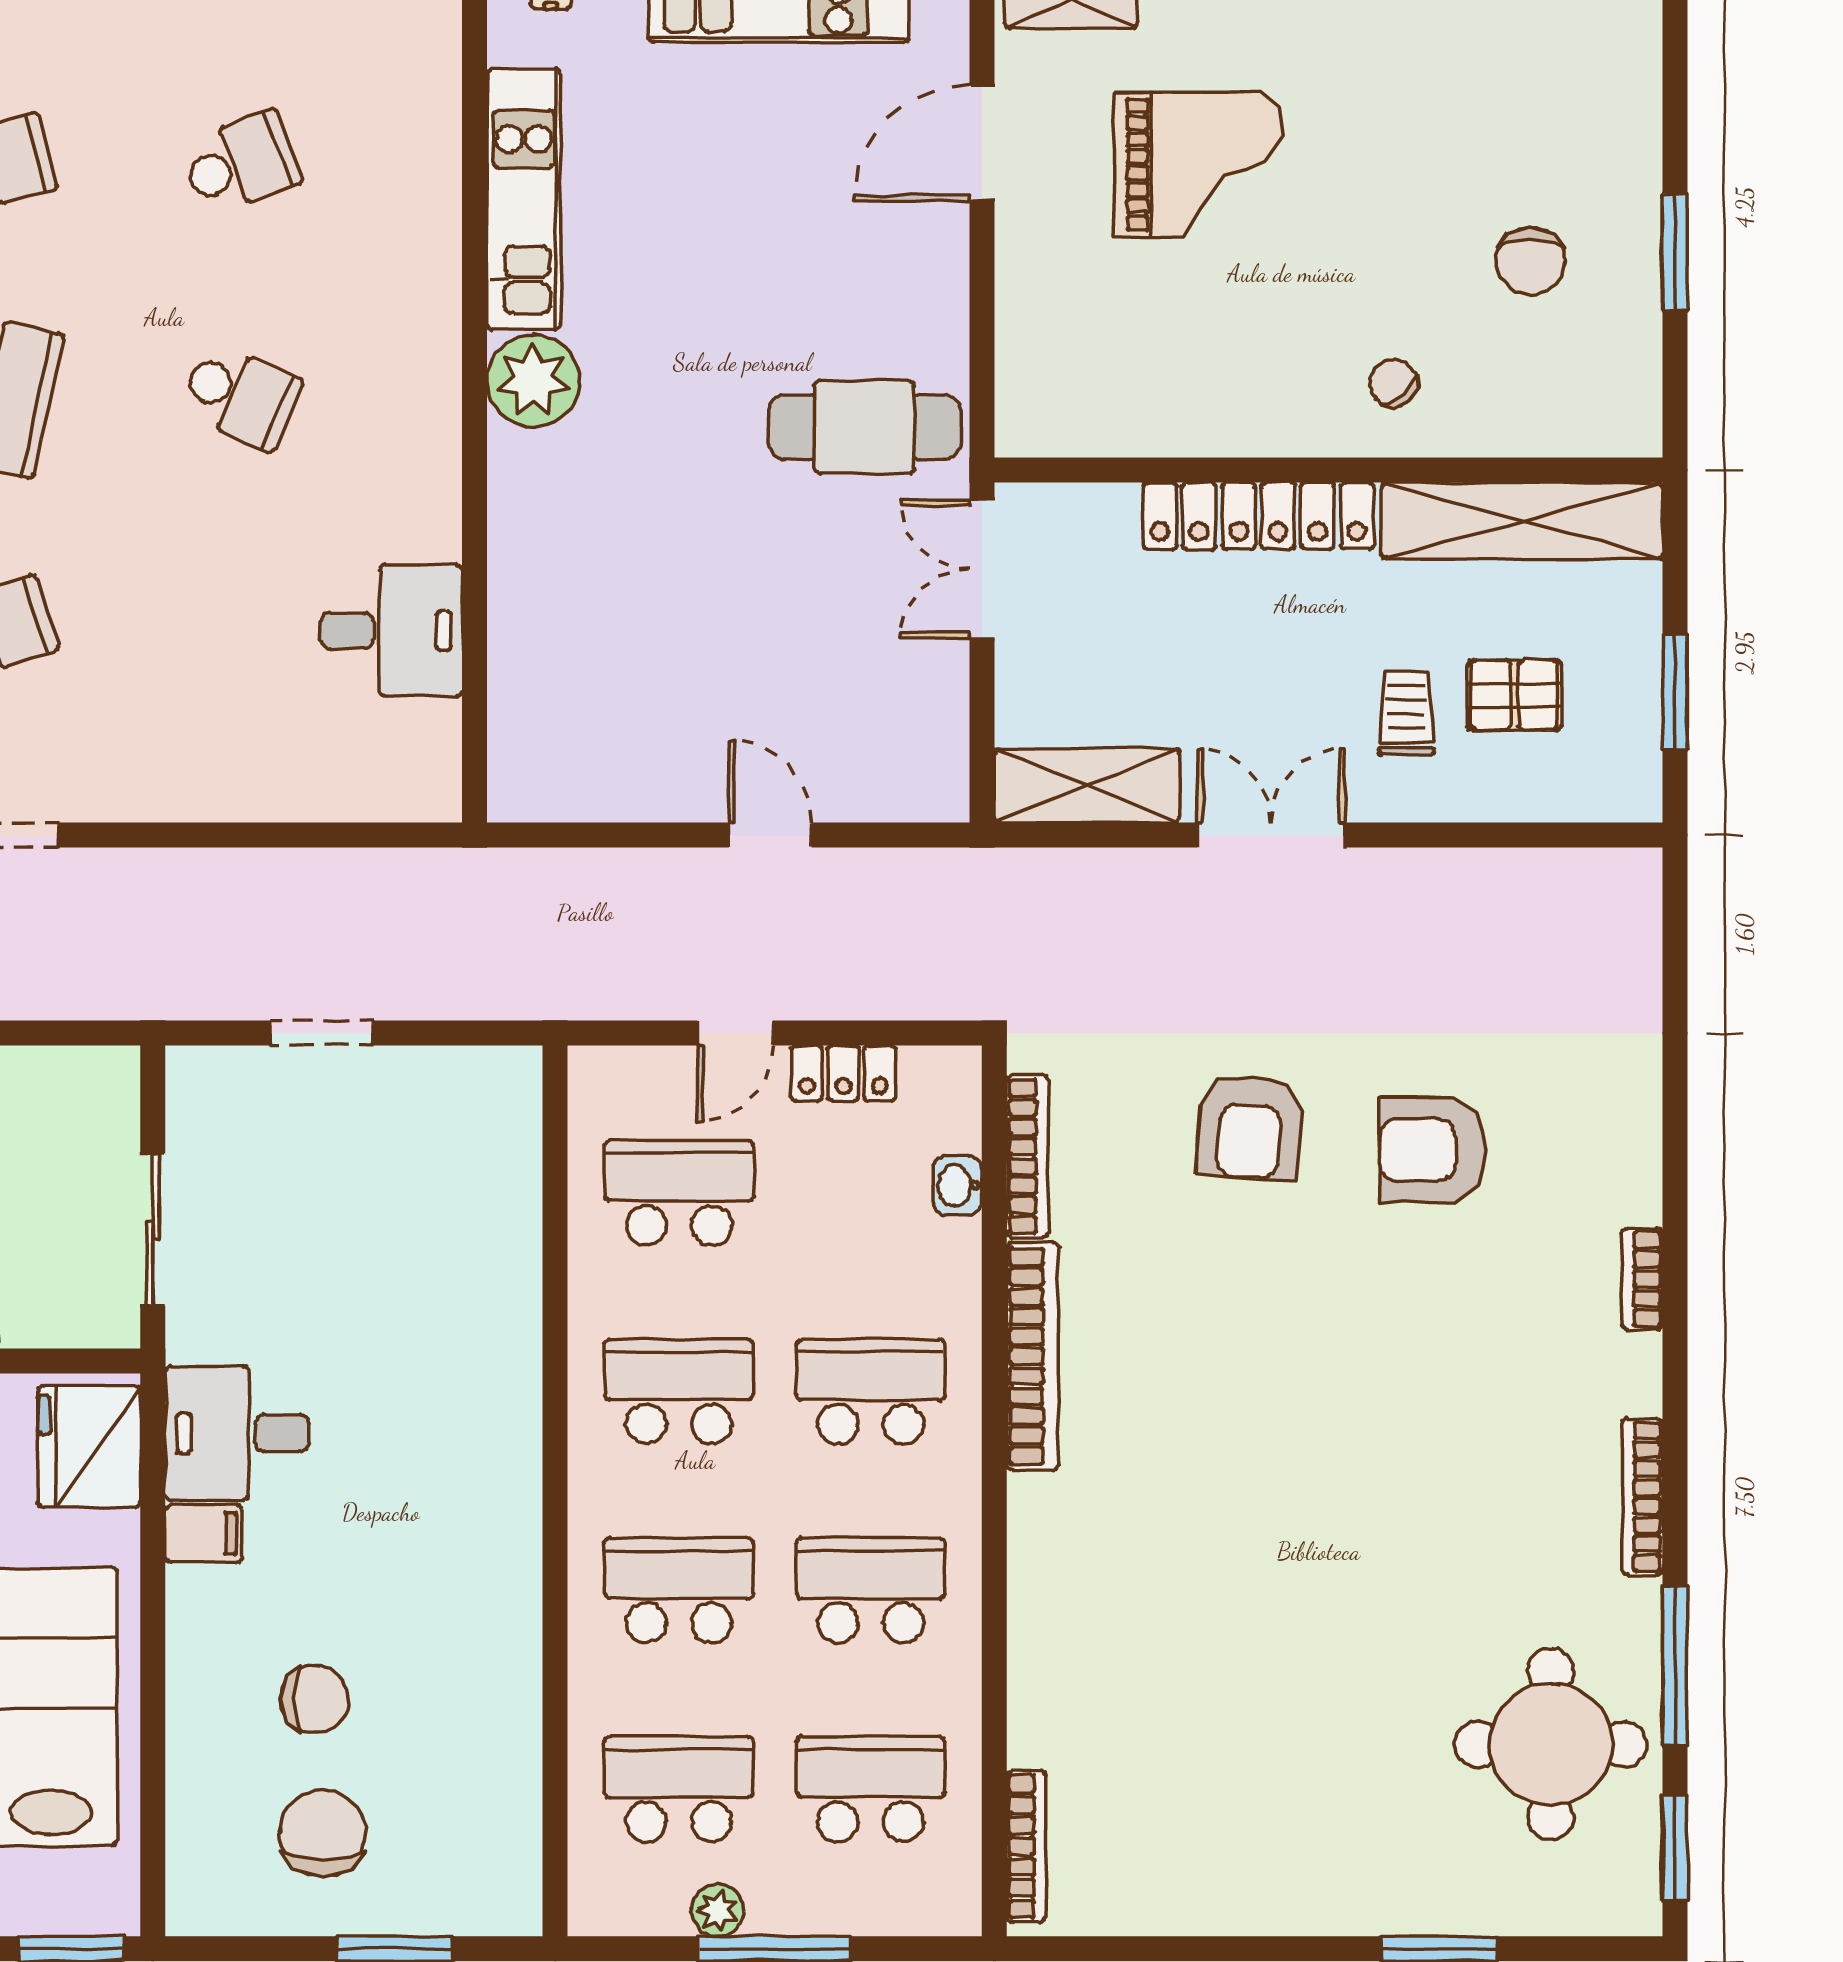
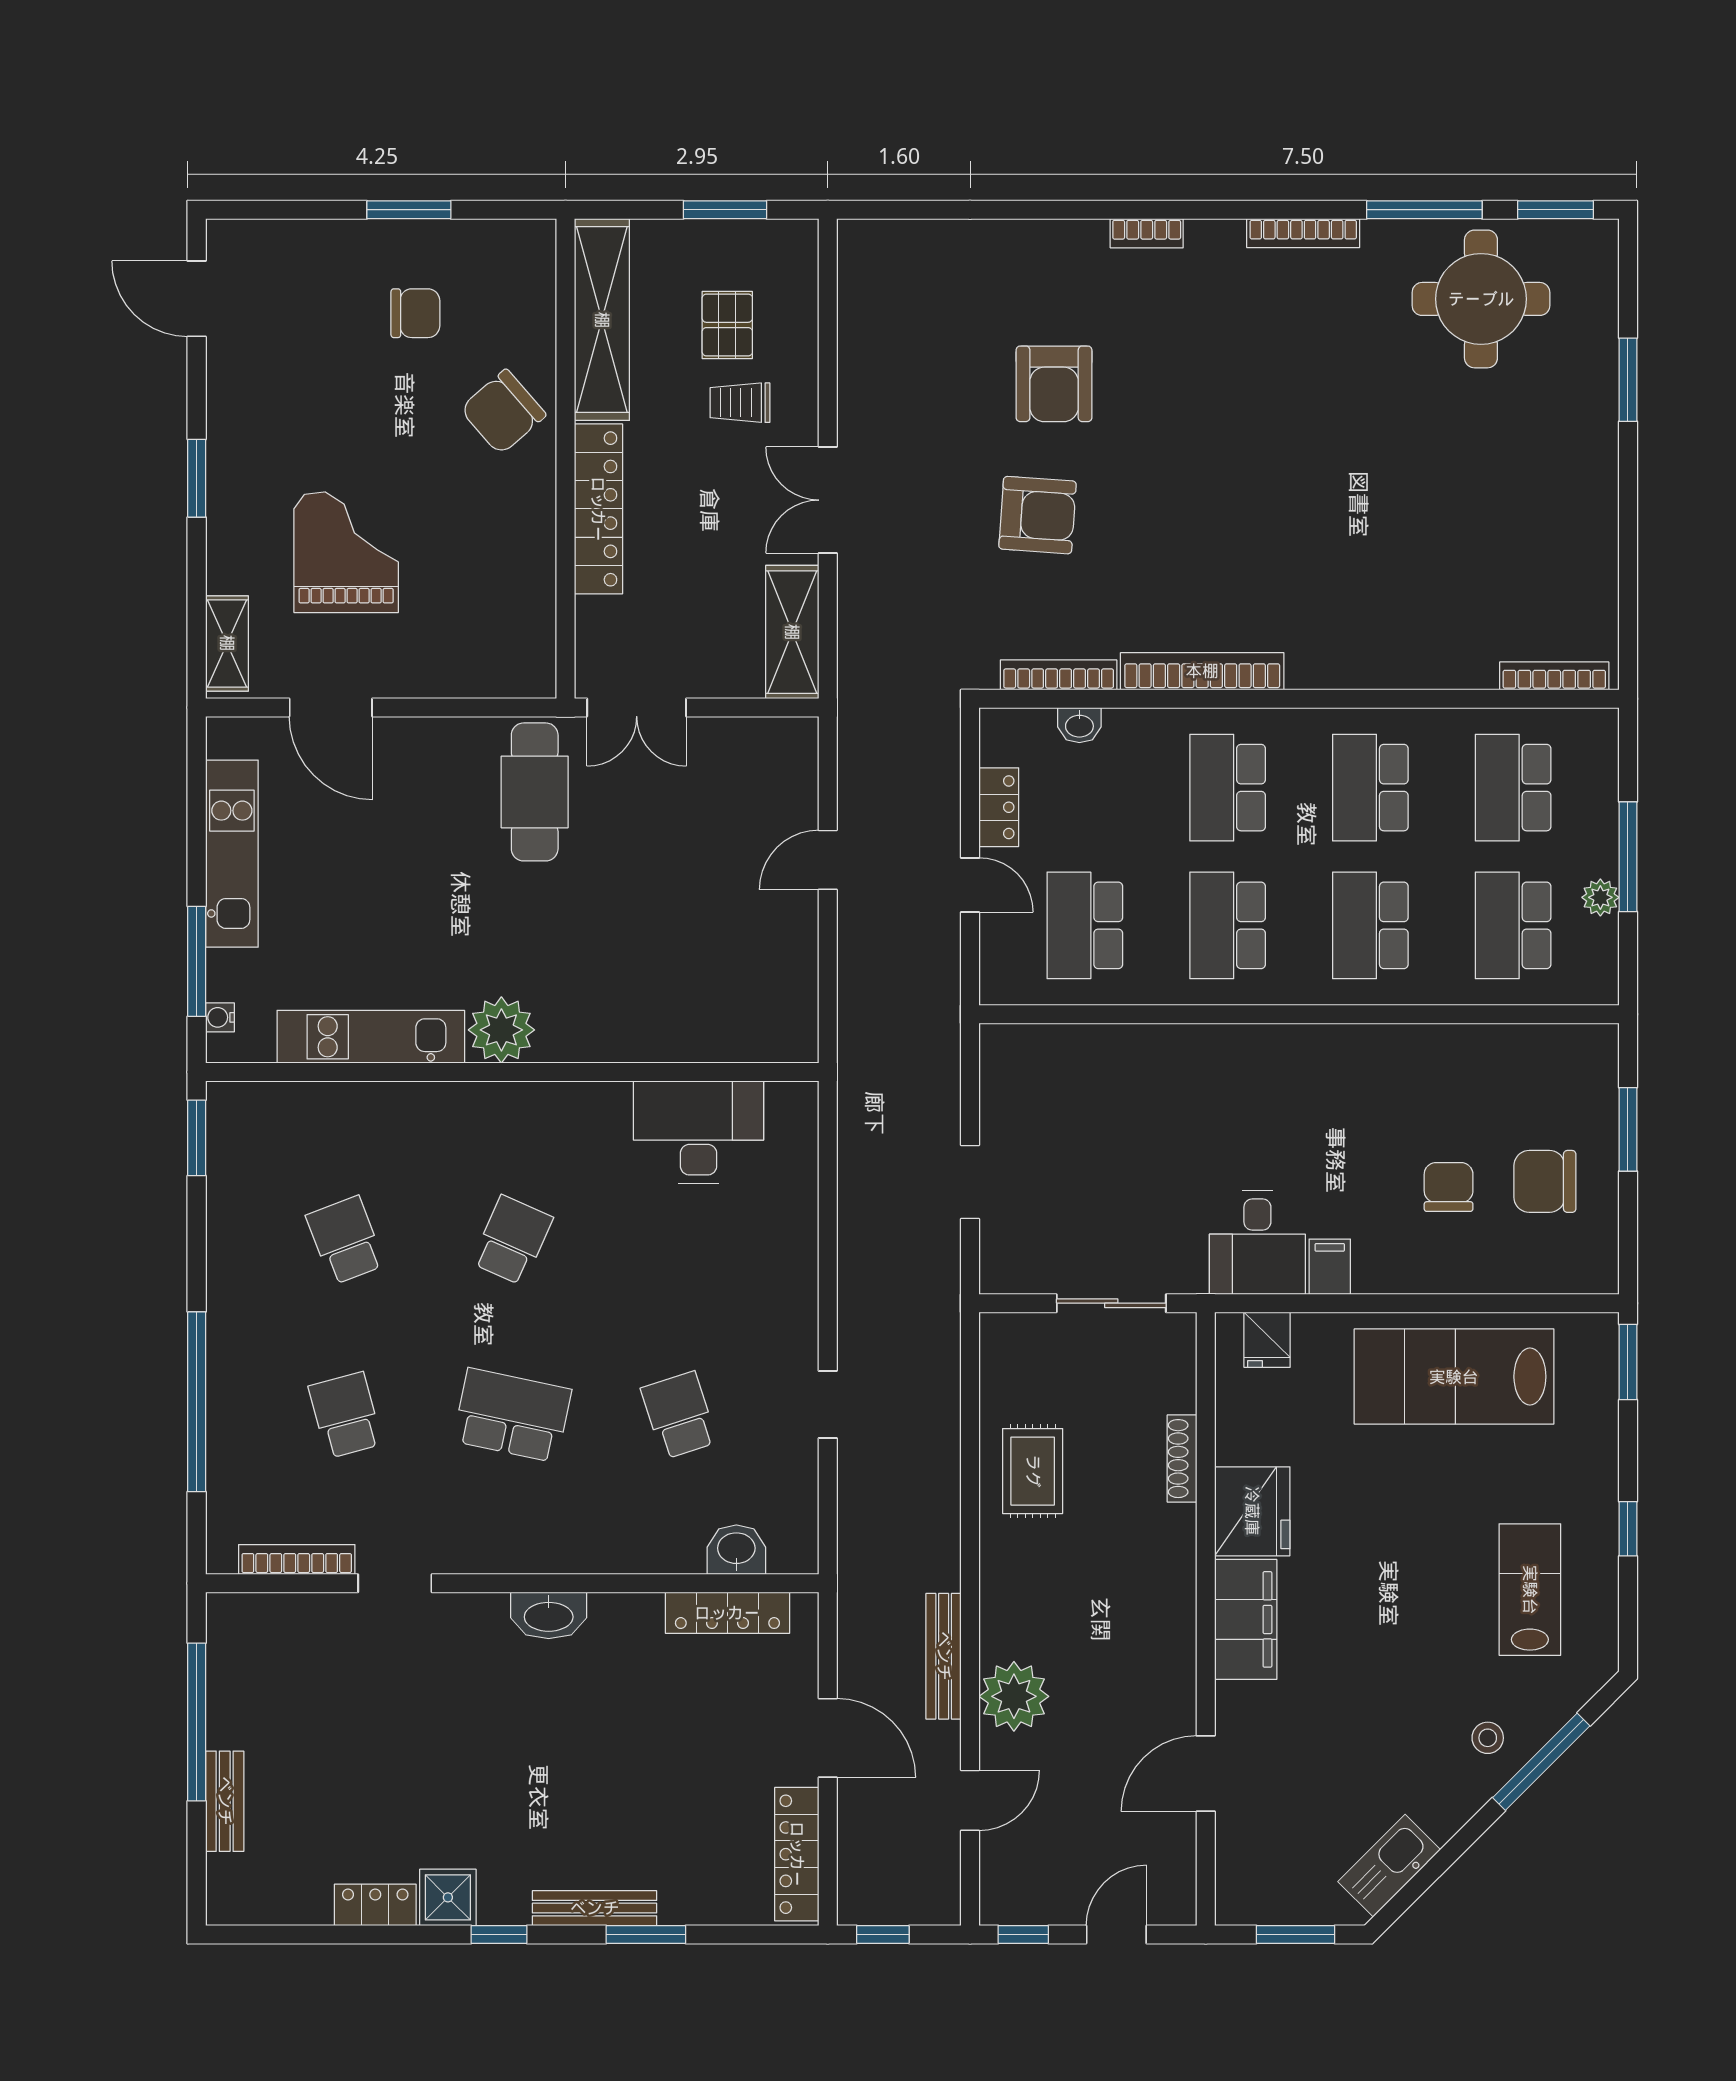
chair: (1394, 383) -> (503, 412), width x1.87, depth x1.87
desk: (391, 631) -> (699, 1132), width x1.37
fridge: (89, 1446) -> (1267, 1340), width x0.53, depth x0.75

